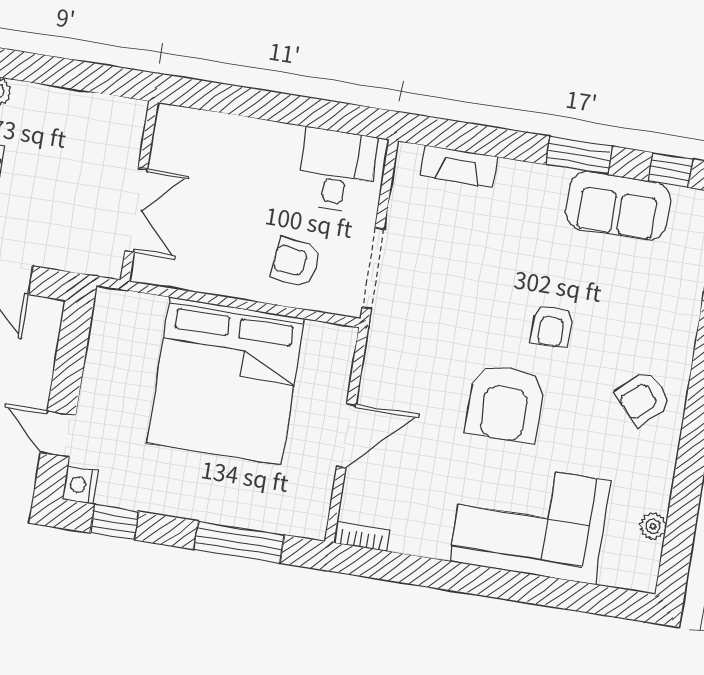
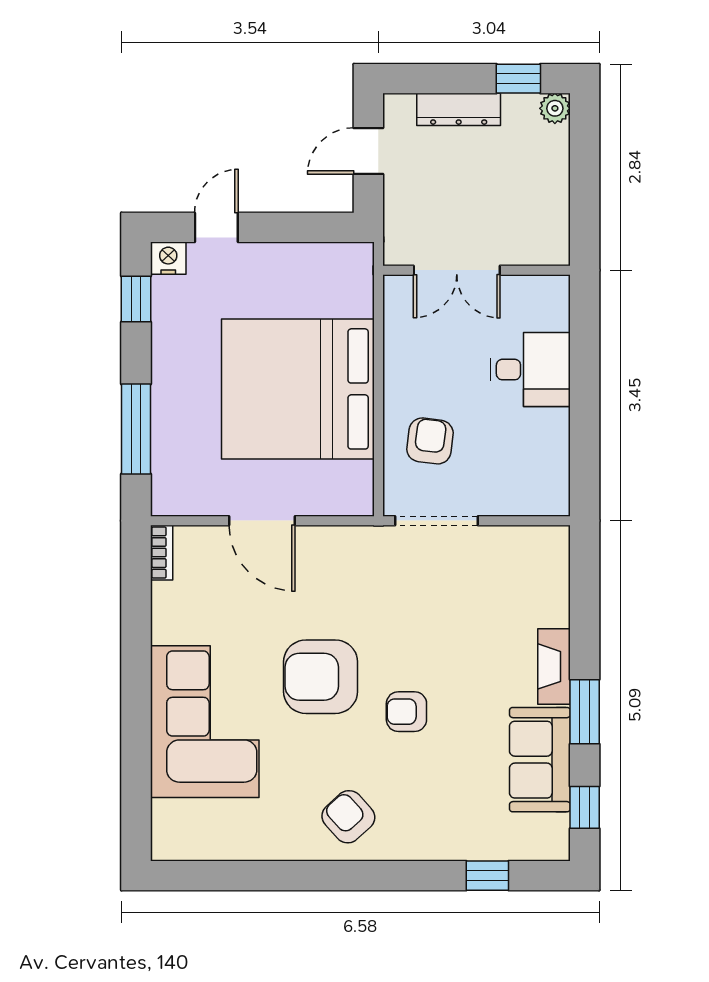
fireplace: (459, 166) -> (554, 666), moved
desk: (337, 170) -> (530, 370), moved
plant: (653, 526) -> (219, 847), removed

